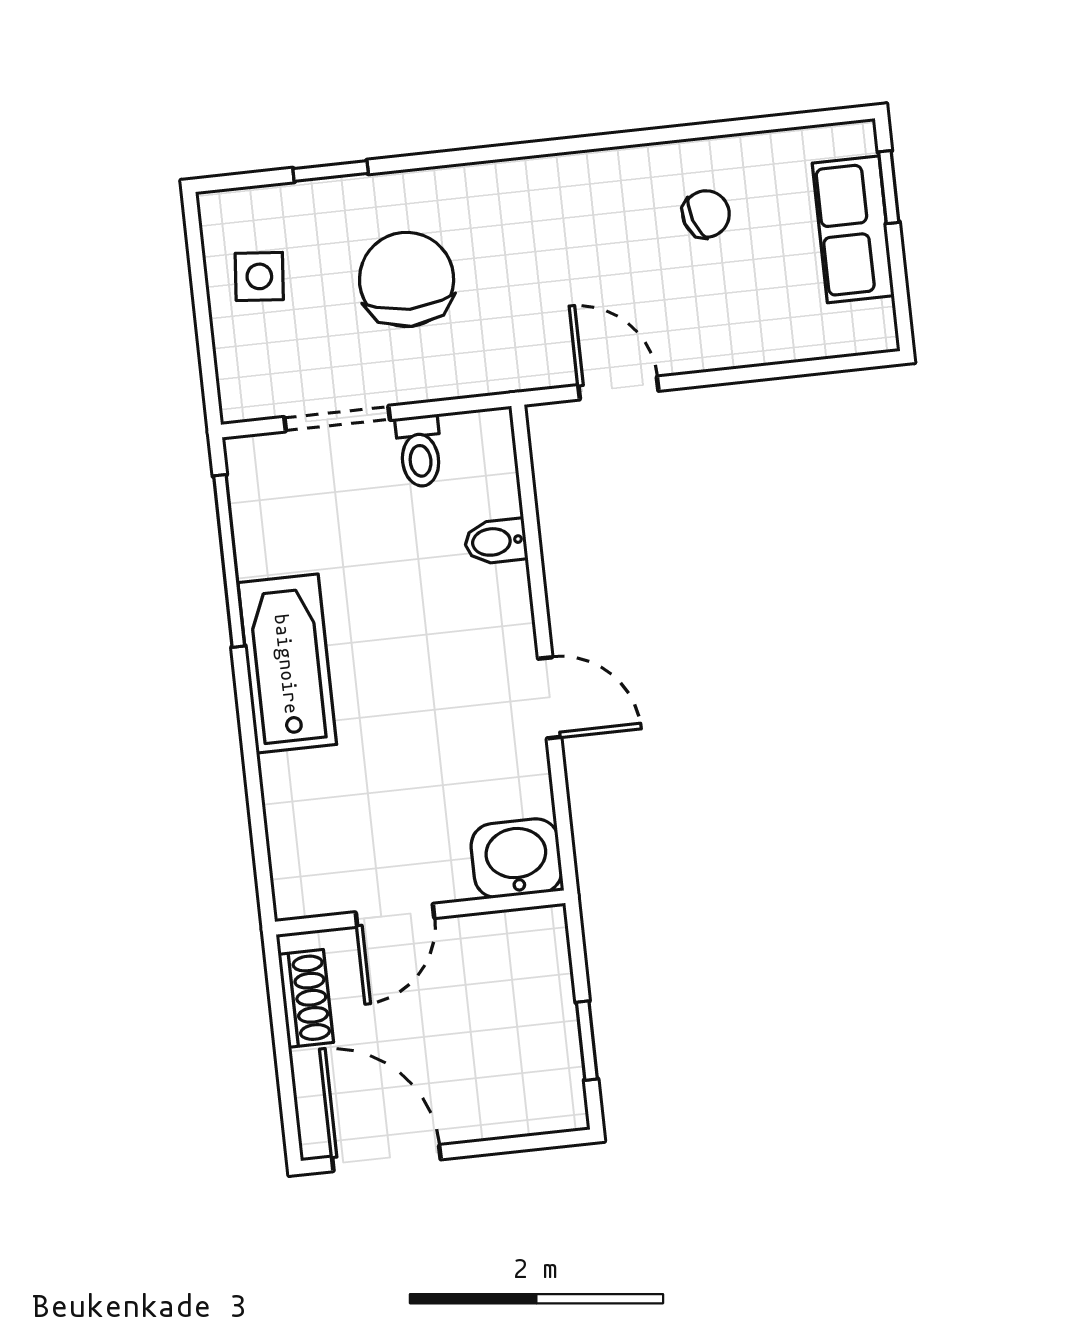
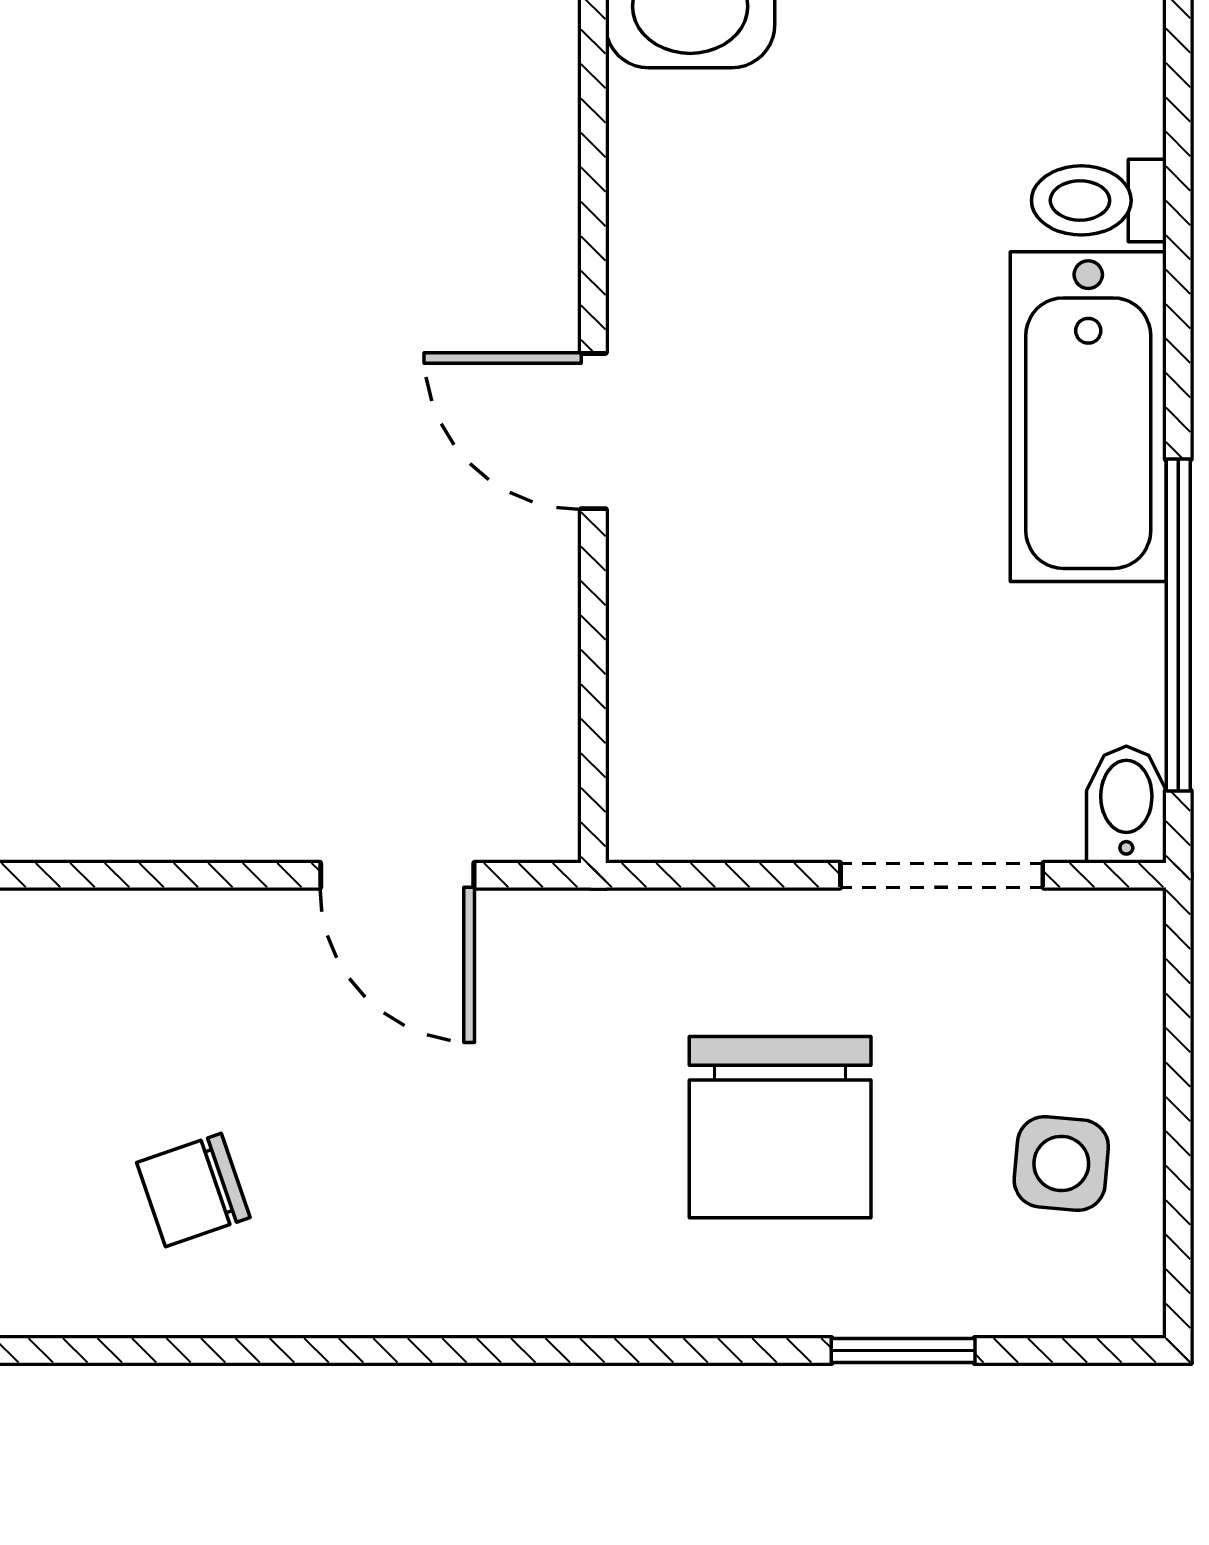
toilet: (420, 451) -> (1099, 200), moved, turned -90
bidet: (496, 541) -> (1126, 805), moved, turned -90
door: (550, 698) -> (593, 431), moved

